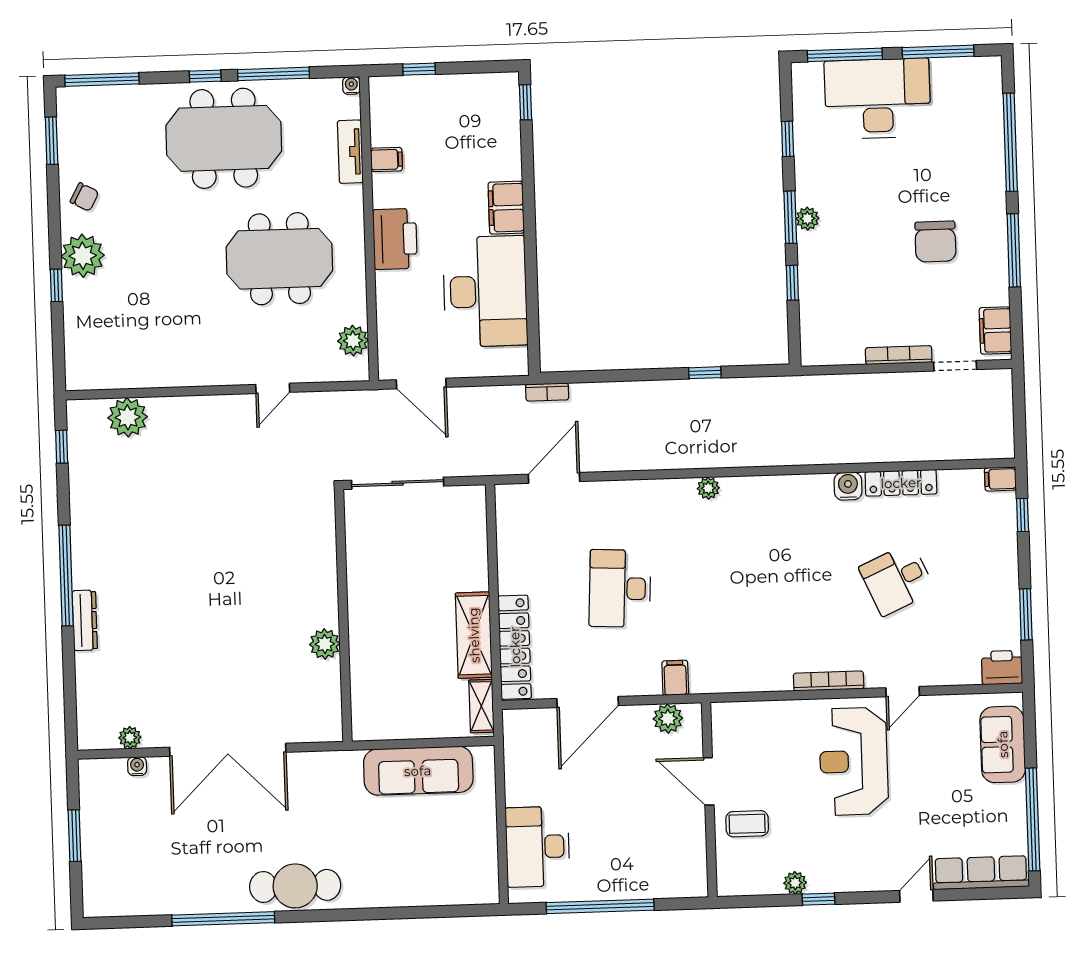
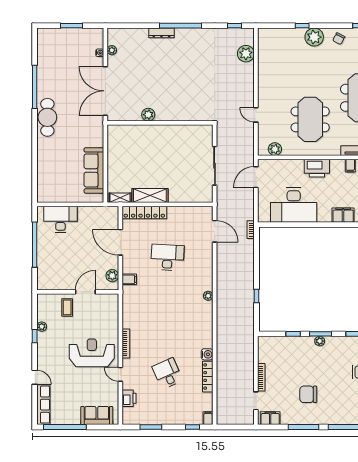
filing cabinet: (506, 208) -> (343, 215), moved
wall: (343, 615) -> (160, 123), moved
plant: (325, 644) -> (148, 115), moved
printer: (1002, 668) -> (129, 398), moved

